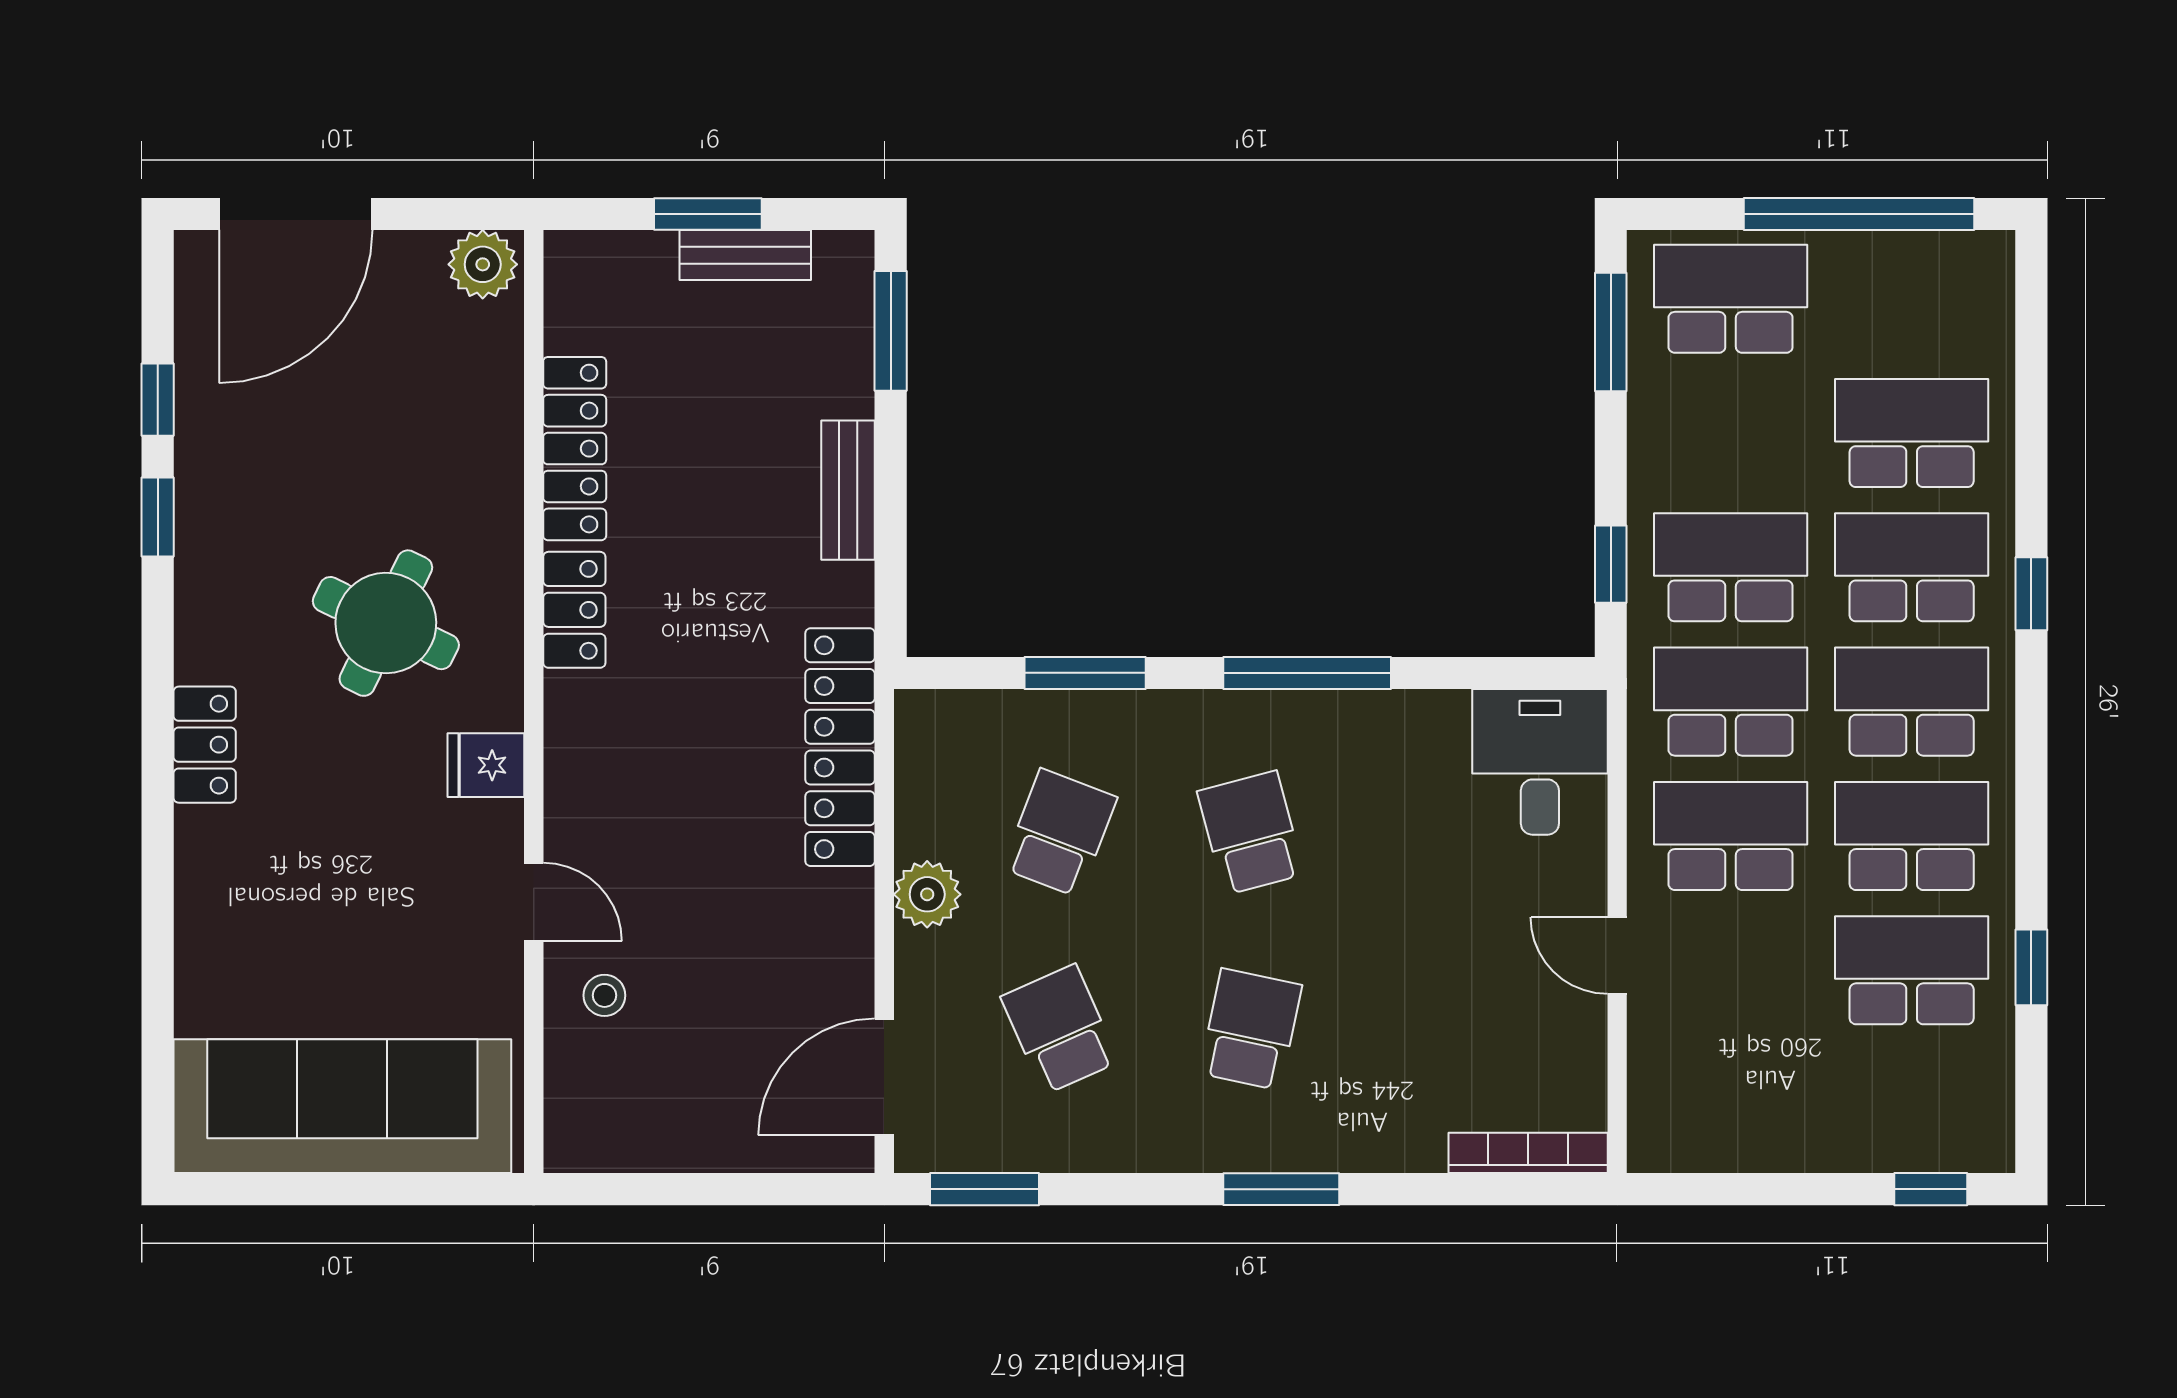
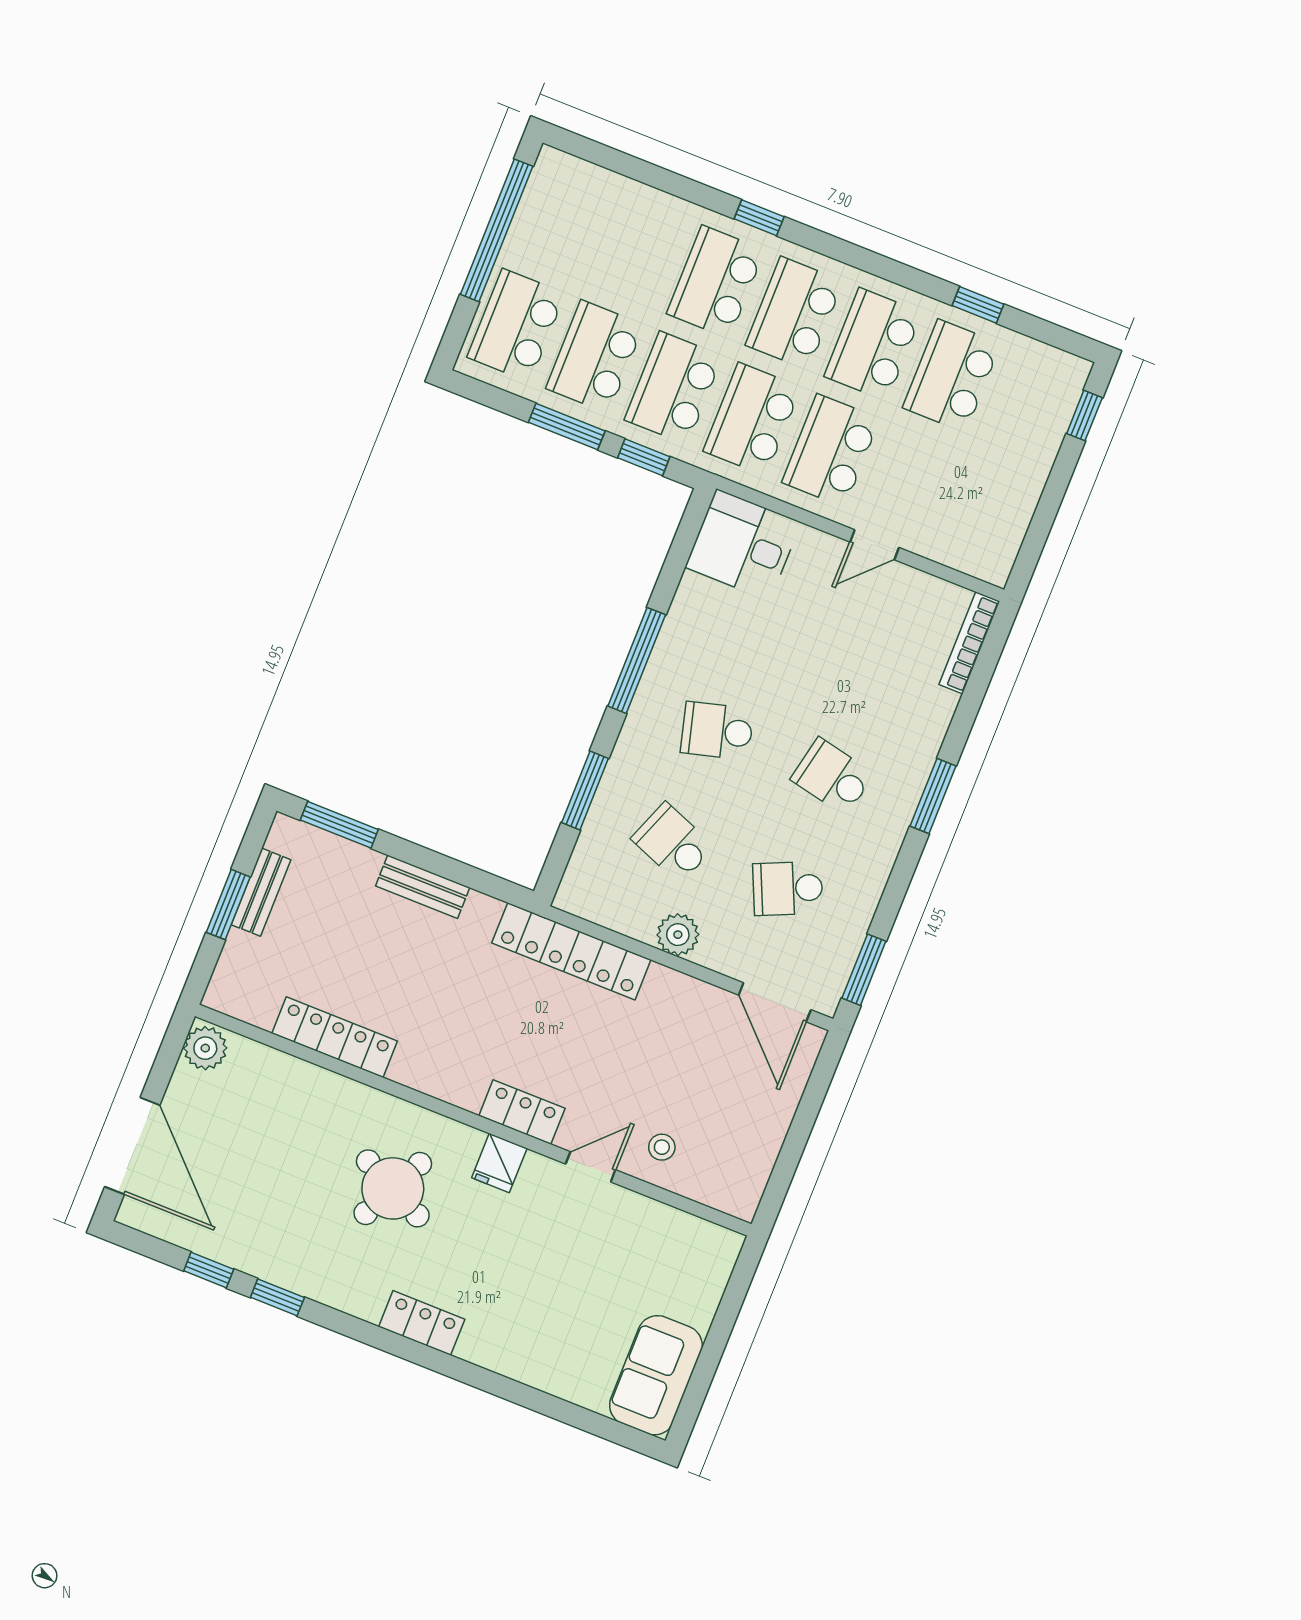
window: (1611, 332) -> (567, 427), moved
school desk: (1912, 433) -> (595, 357), moved
locker: (574, 610) -> (522, 1112), moved
sofa: (342, 1106) -> (656, 1375), width x0.54, depth x0.79

